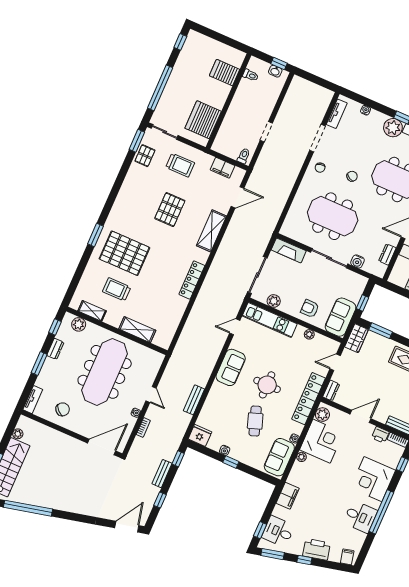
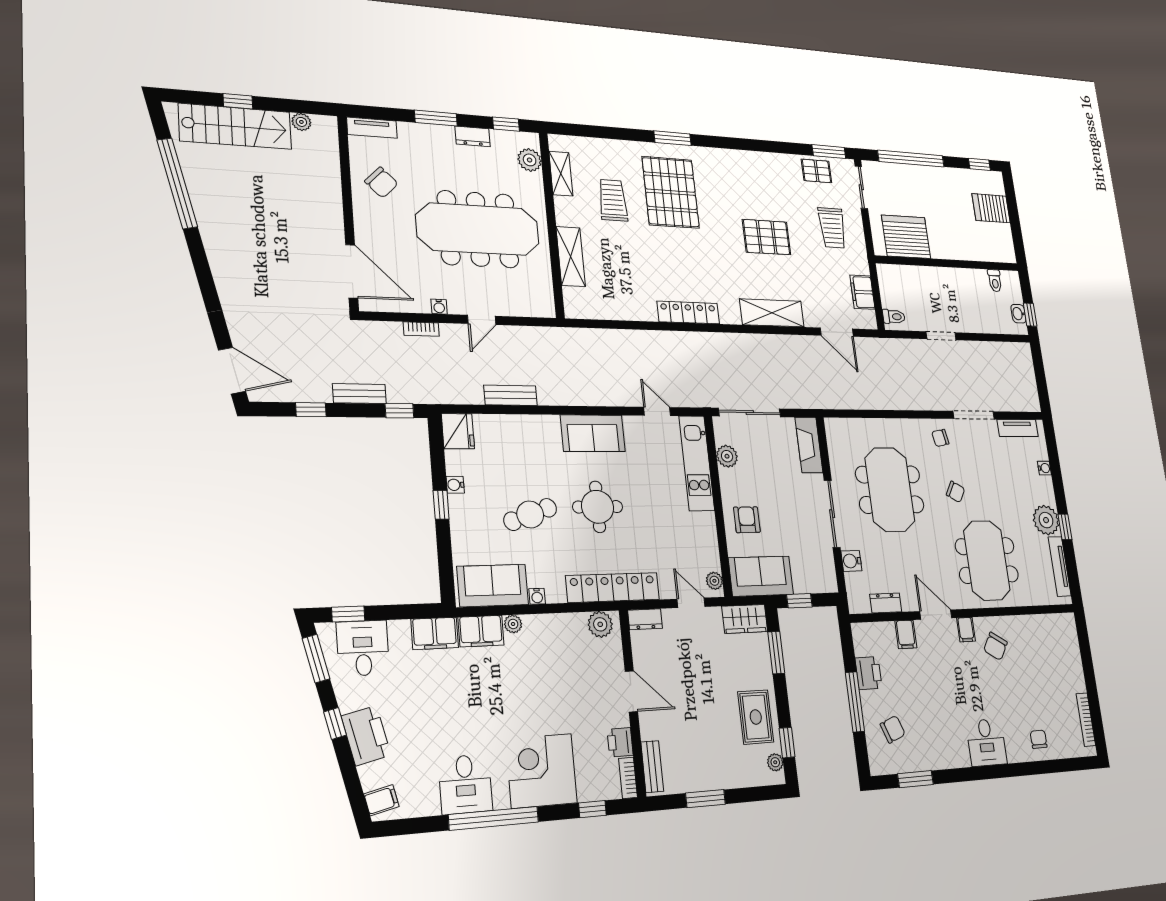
server rack: (224, 73) -> (991, 208), moved, turned -90
plant: (309, 334) -> (714, 581), moved
corner desk: (322, 441) -> (557, 646), removed
filing cabinet: (297, 474) -> (481, 631), added

